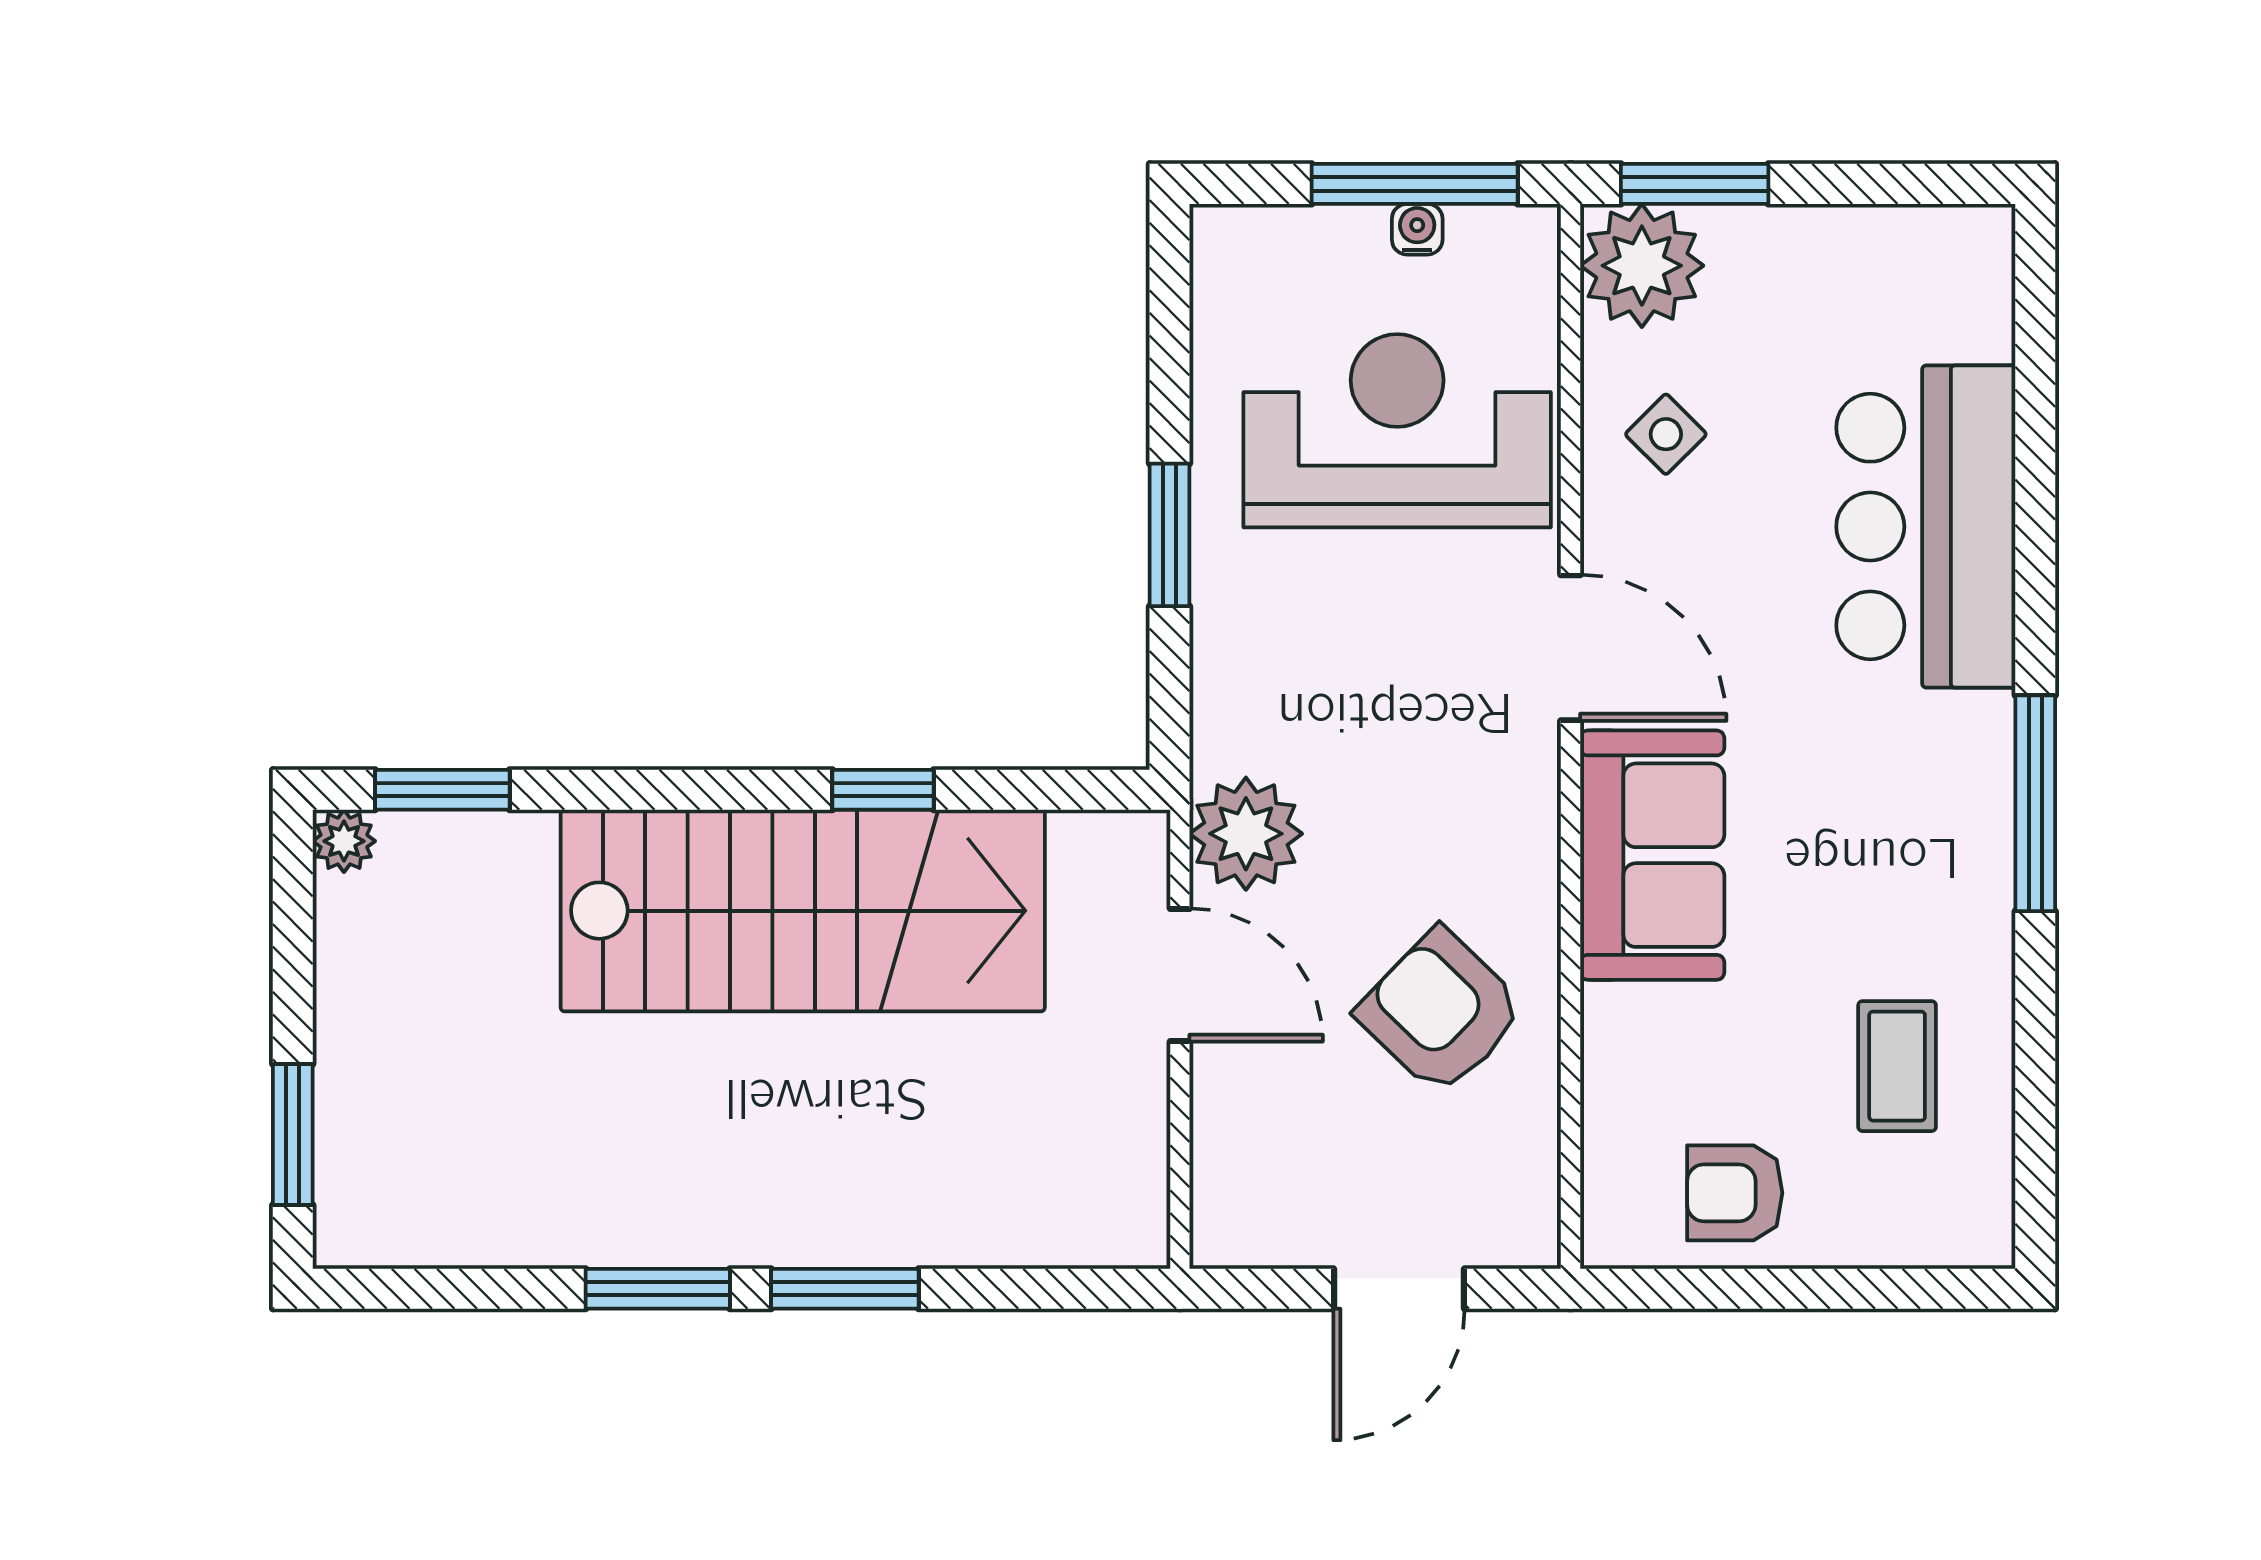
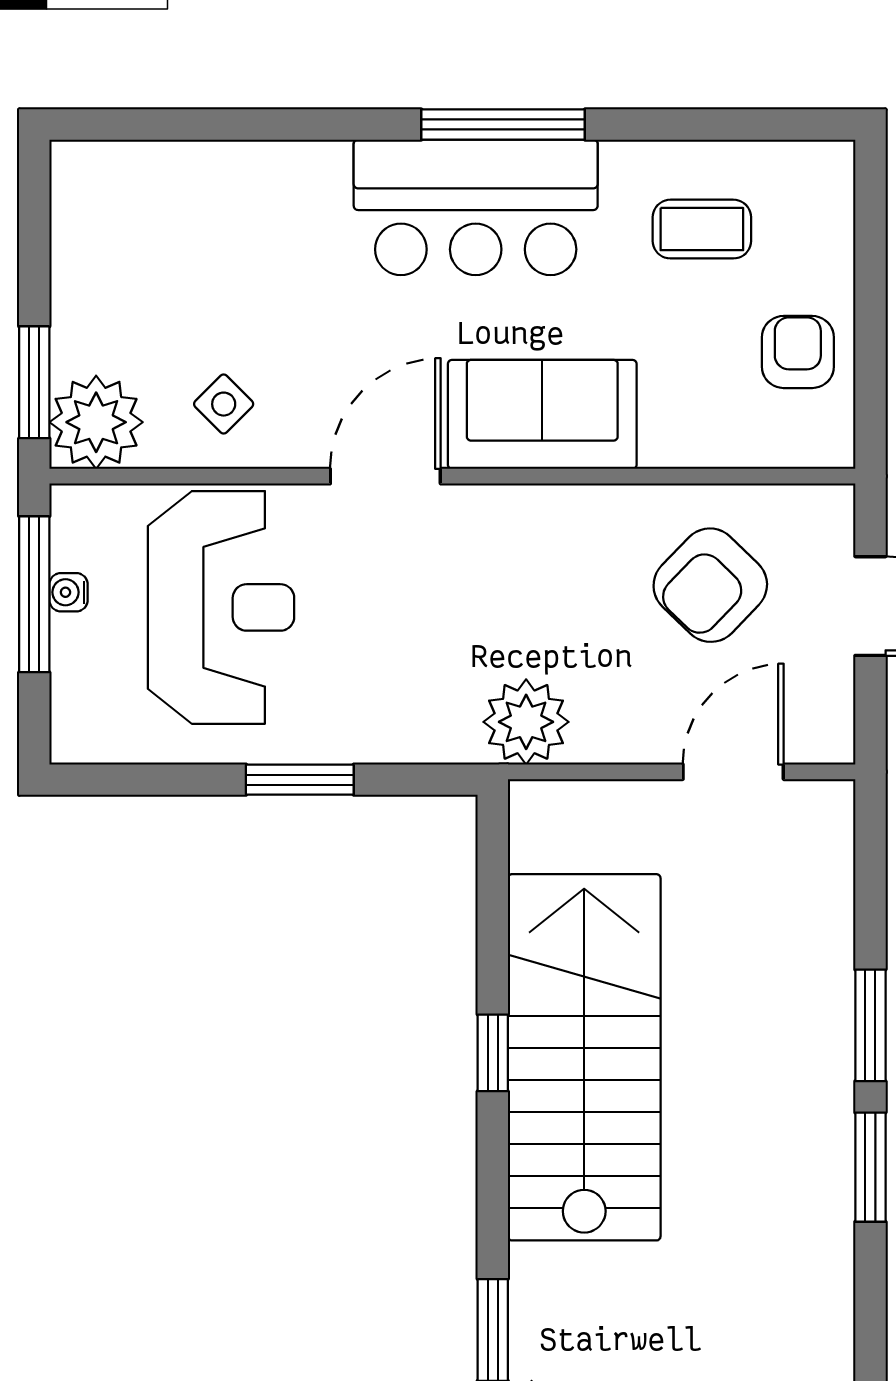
reception desk: (1397, 431) -> (221, 607), turned 180
bar counter: (1926, 527) -> (476, 207), moved
window: (883, 790) -> (493, 1053), moved
door: (1180, 975) -> (733, 772), moved
armchair: (1441, 1012) -> (710, 585), moved
armchair: (1735, 1193) -> (798, 352), turned 180

